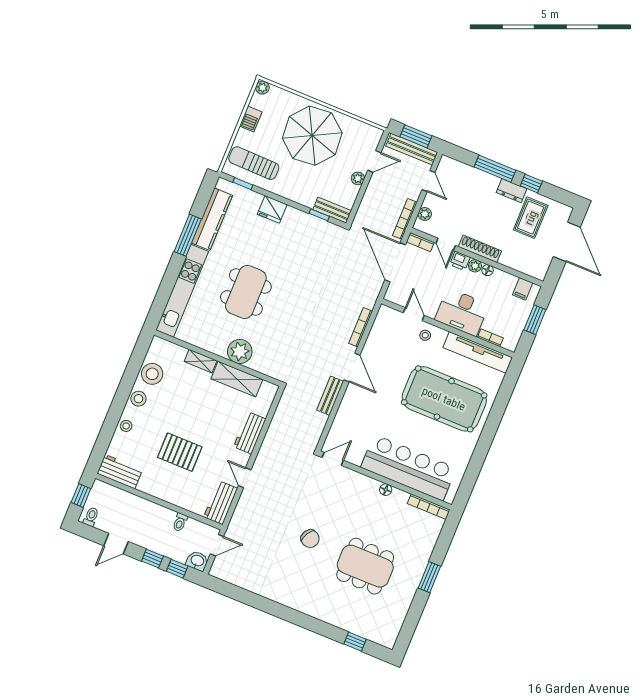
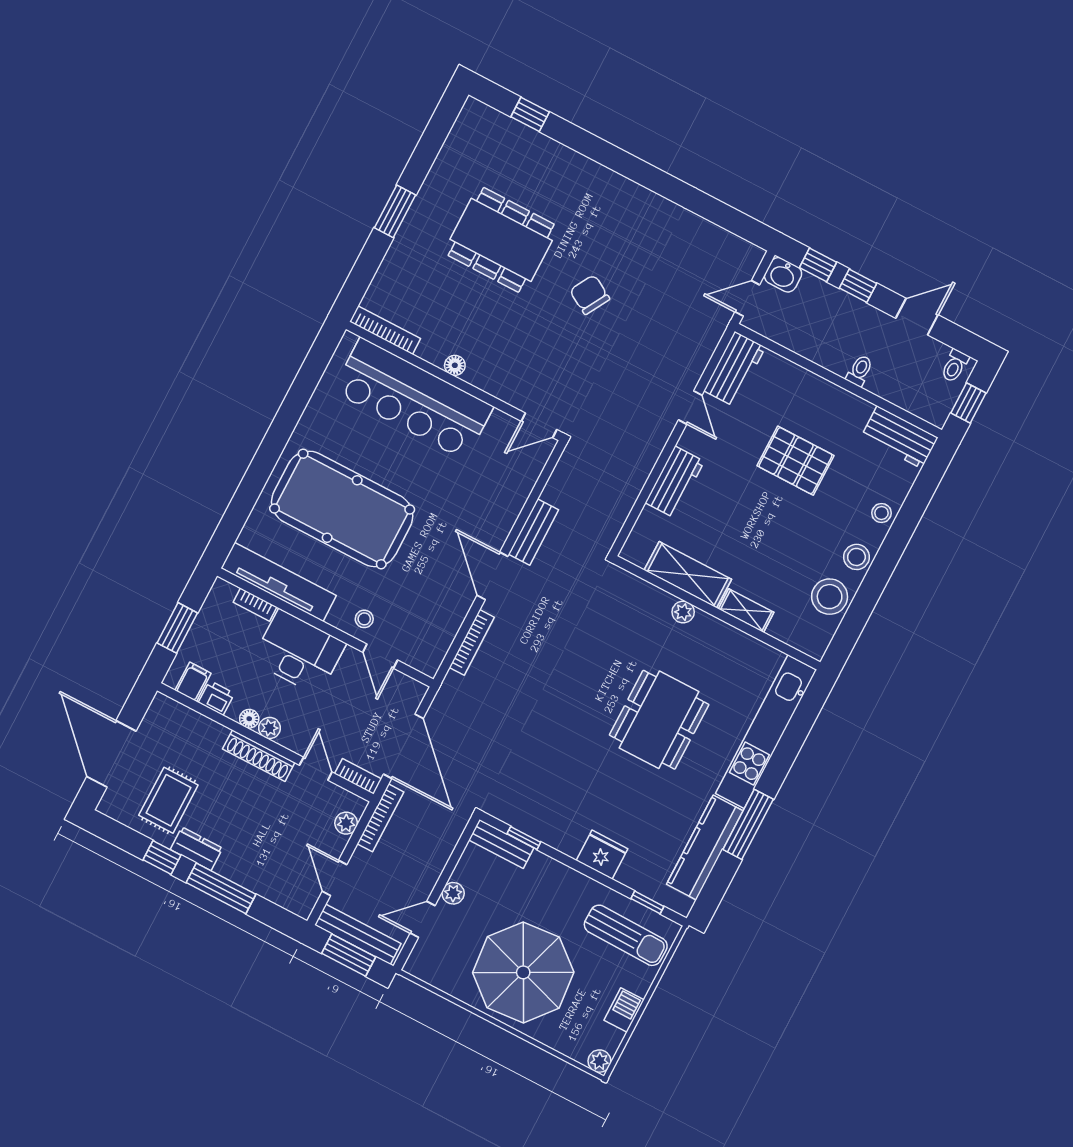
printer: (460, 261) -> (216, 698), moved
plant: (240, 351) -> (683, 612), width x0.53, depth x0.53
toilet: (180, 522) -> (860, 371), moved

